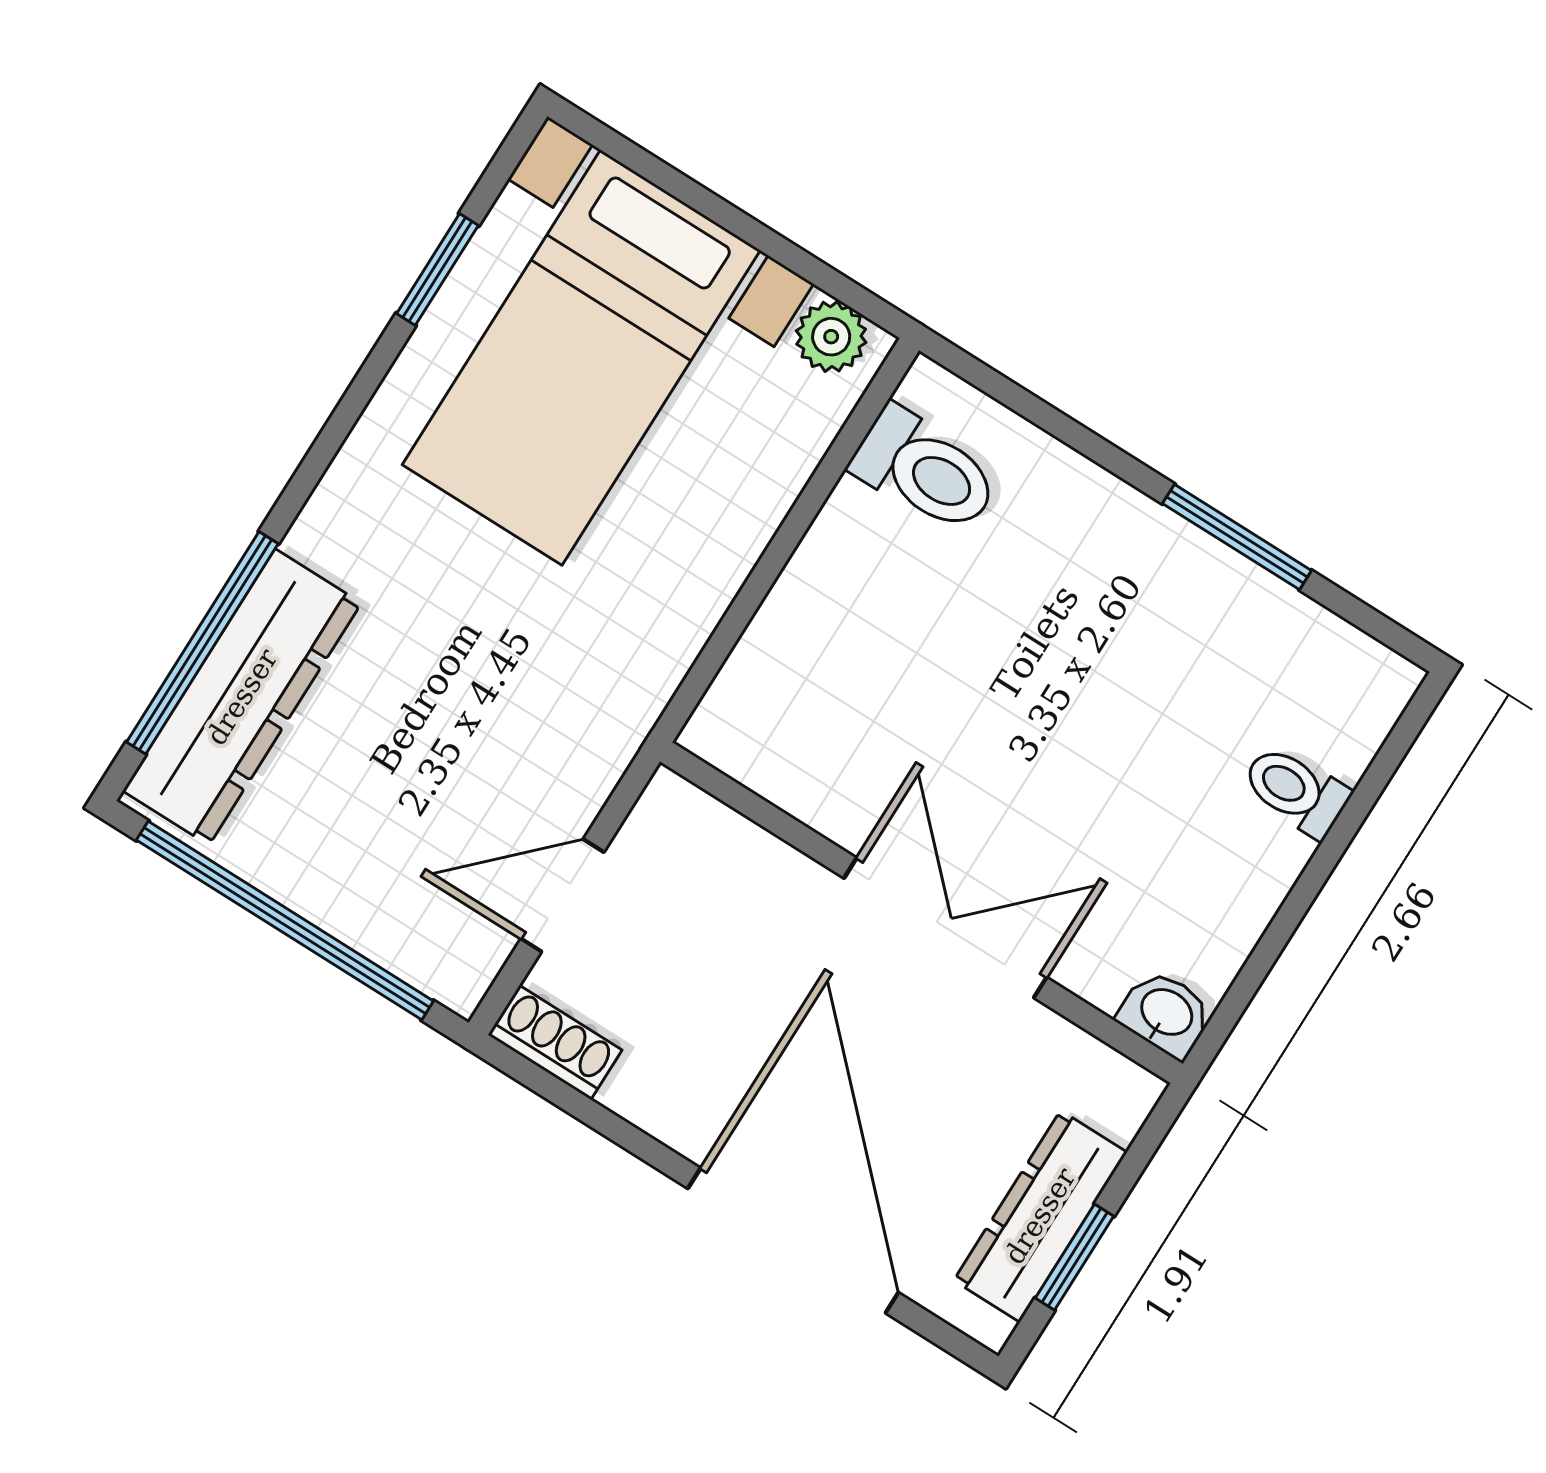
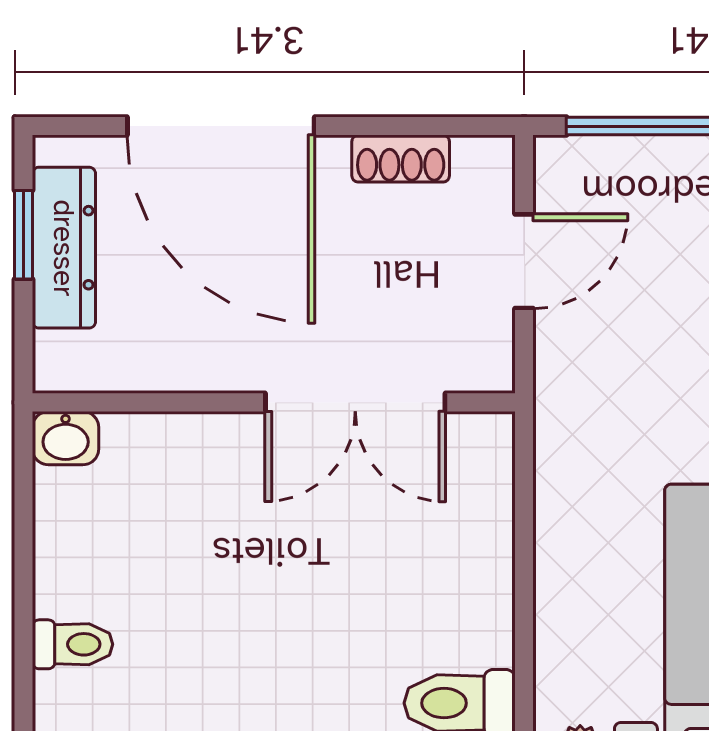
double door: (945, 928) -> (355, 402), moved
shoe rack: (555, 1042) -> (401, 159), moved

